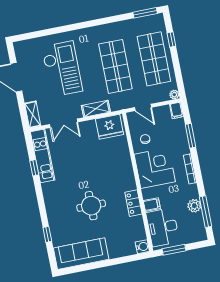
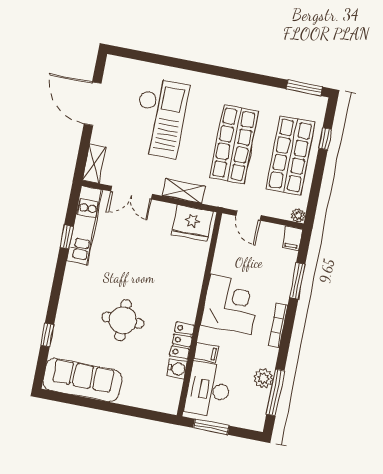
chair: (145, 139) -> (234, 260), removed
water cooler: (142, 247) -> (177, 369), moved

